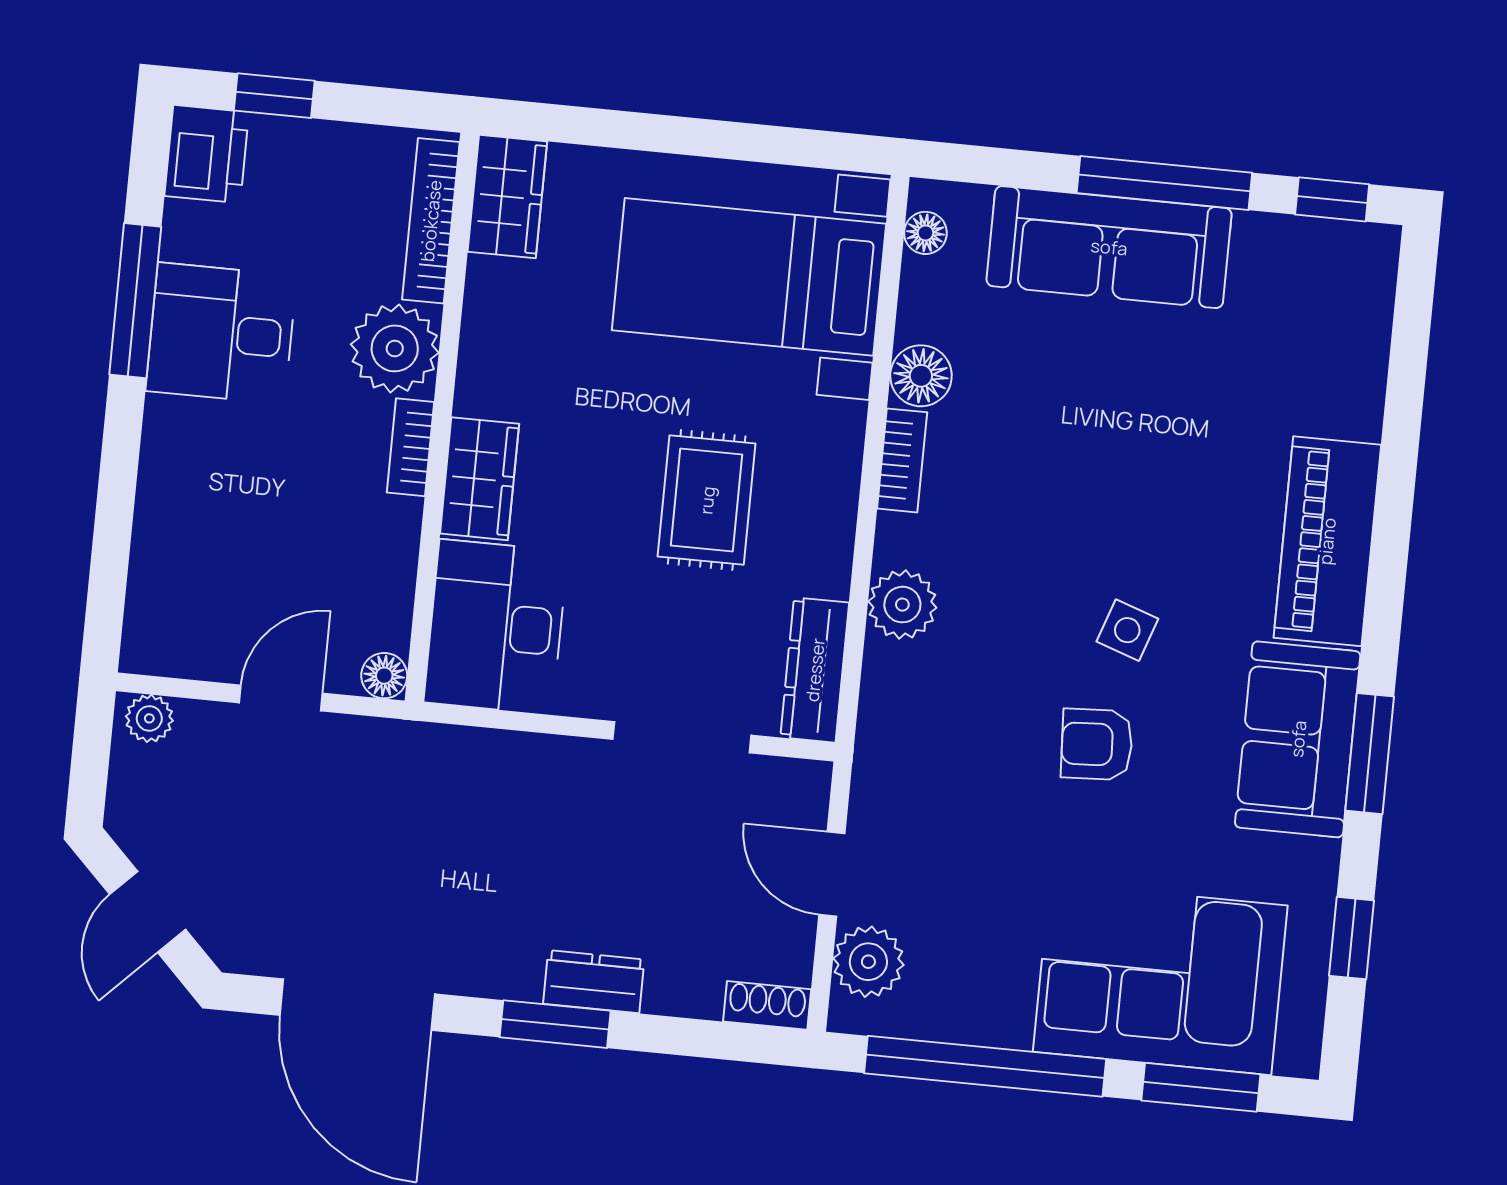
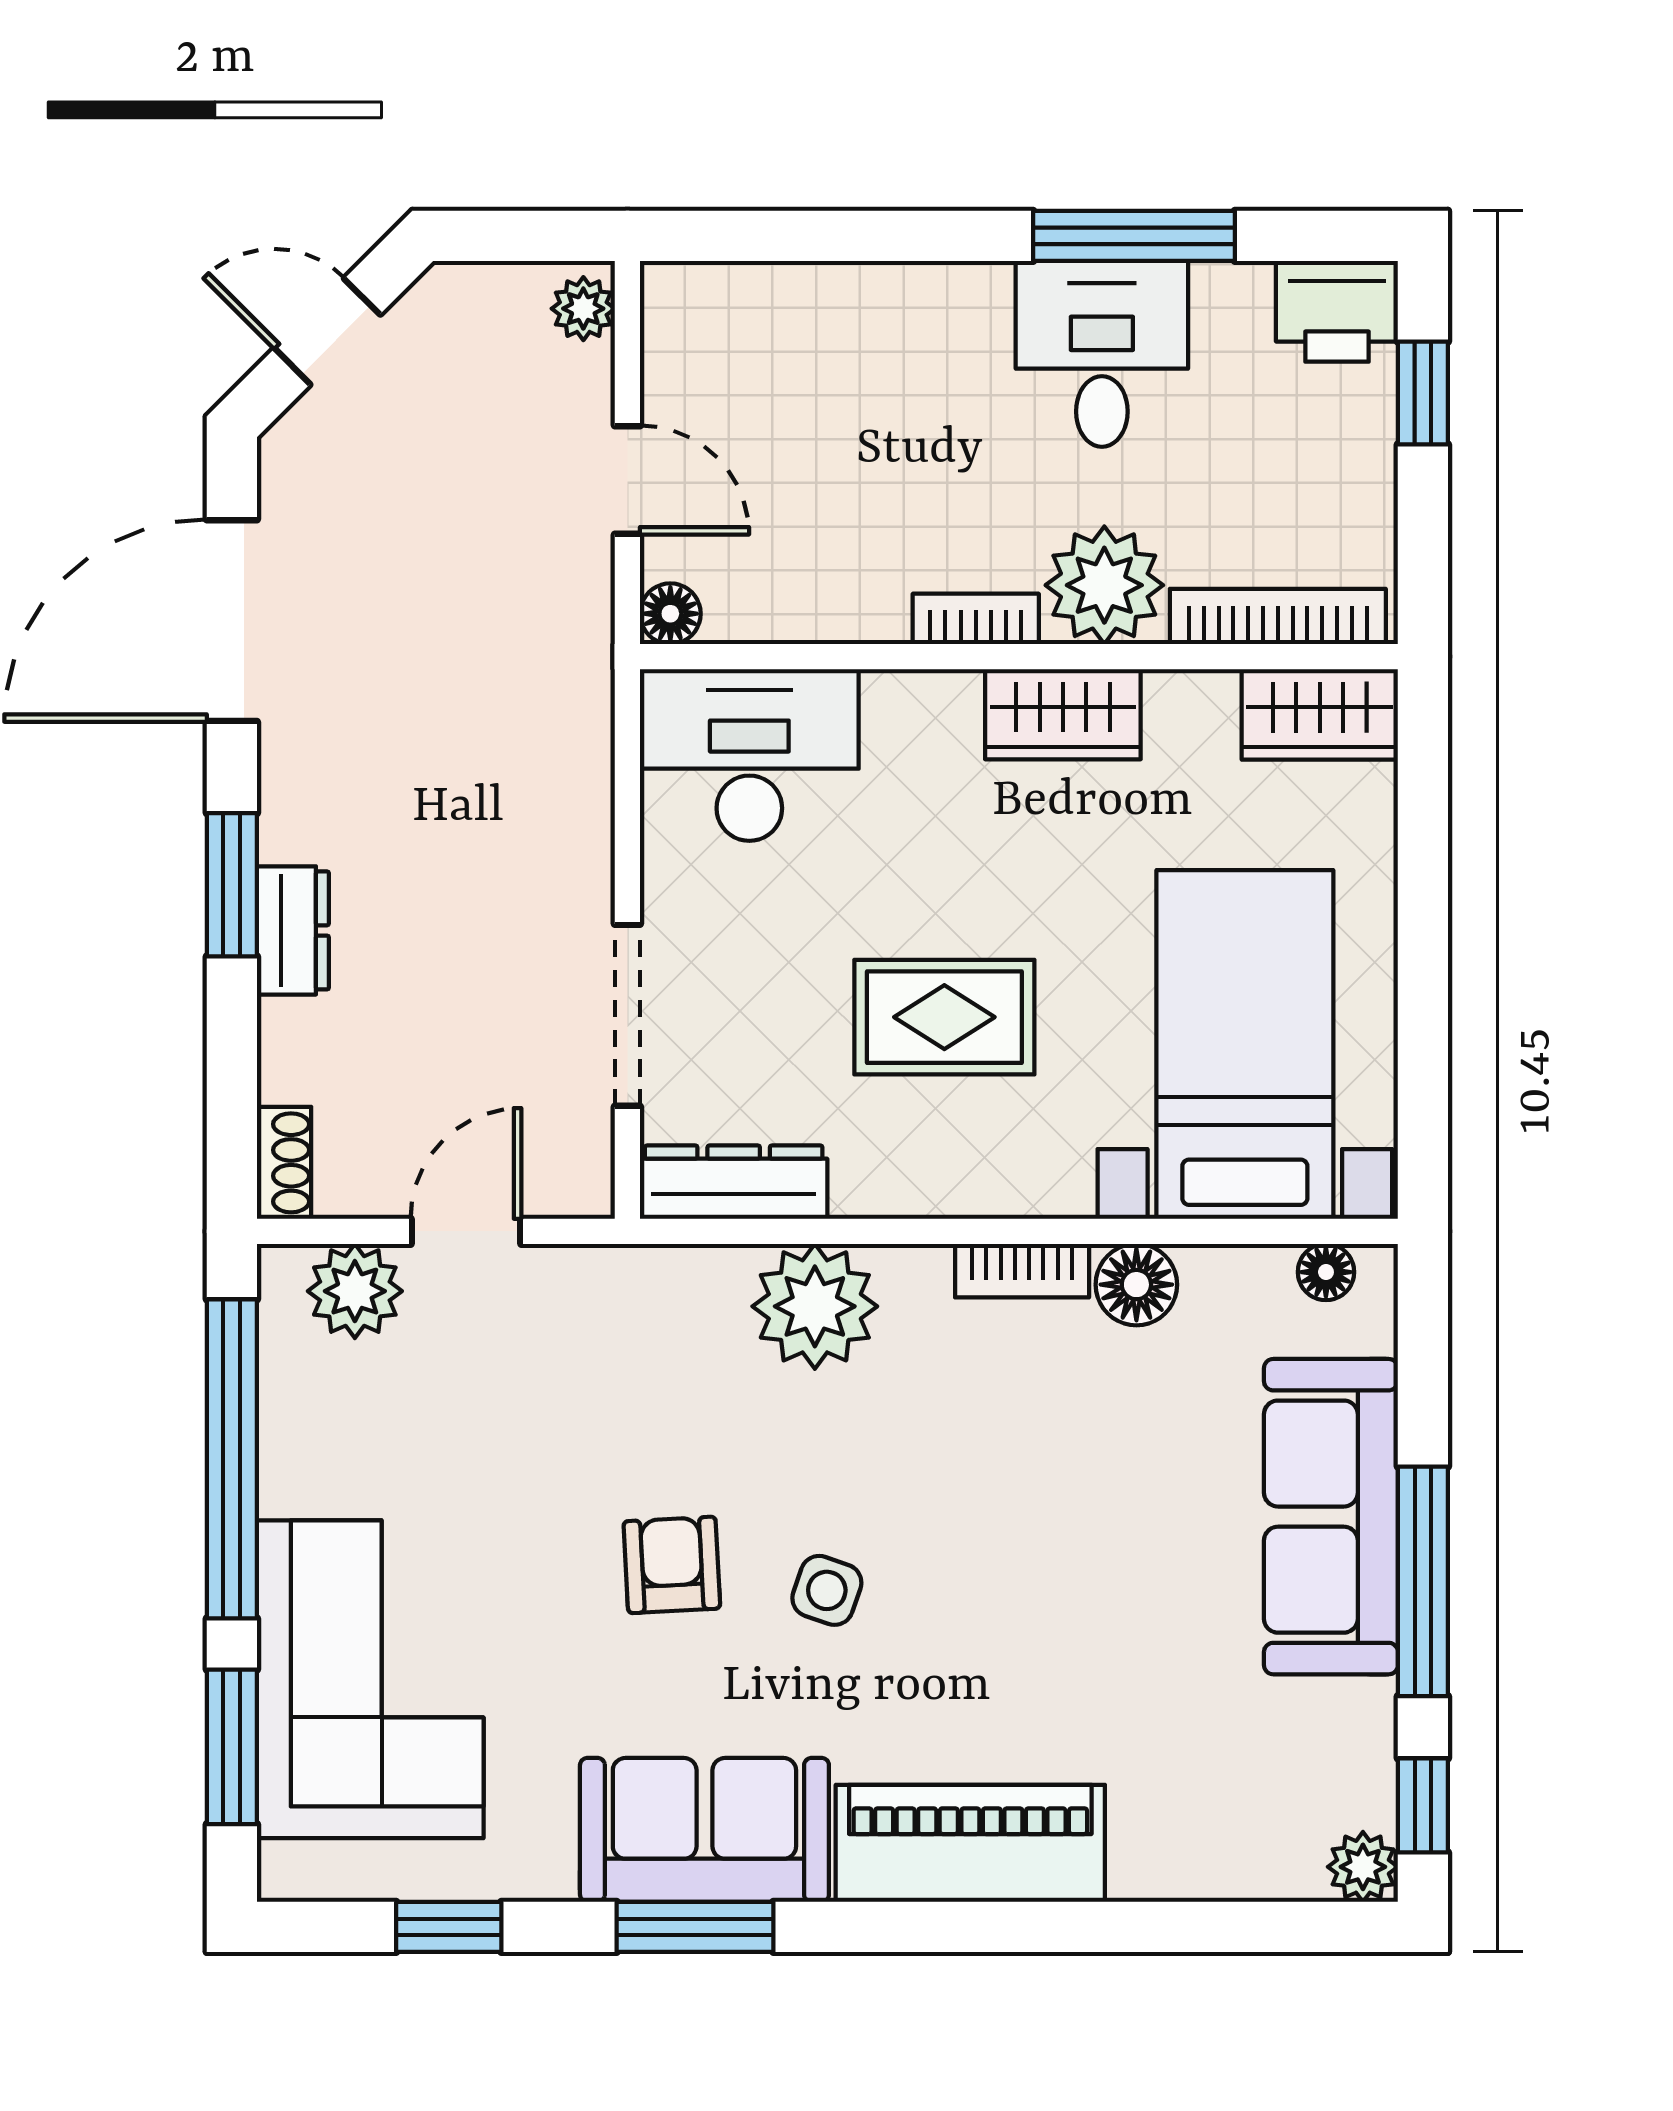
plant: (1374, 249) -> (1363, 1867), added
wardrobe: (480, 479) -> (1063, 714), moved
plant: (902, 605) -> (815, 1306), width x1.36, depth x1.36

